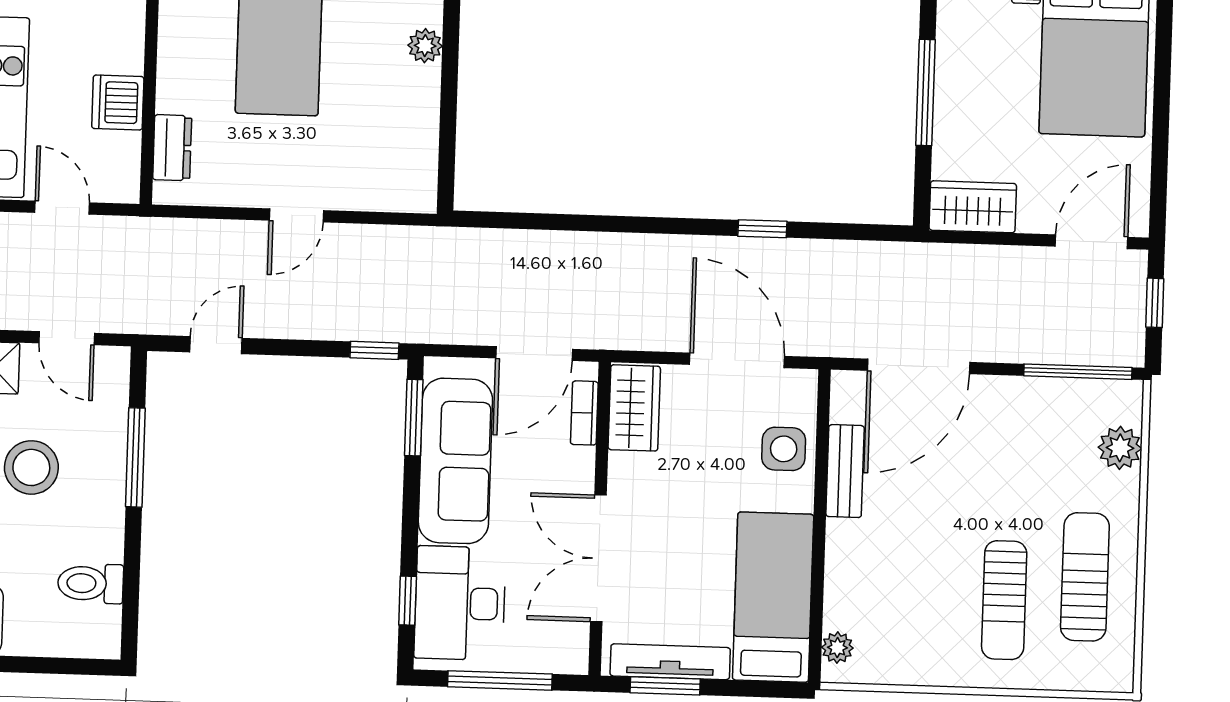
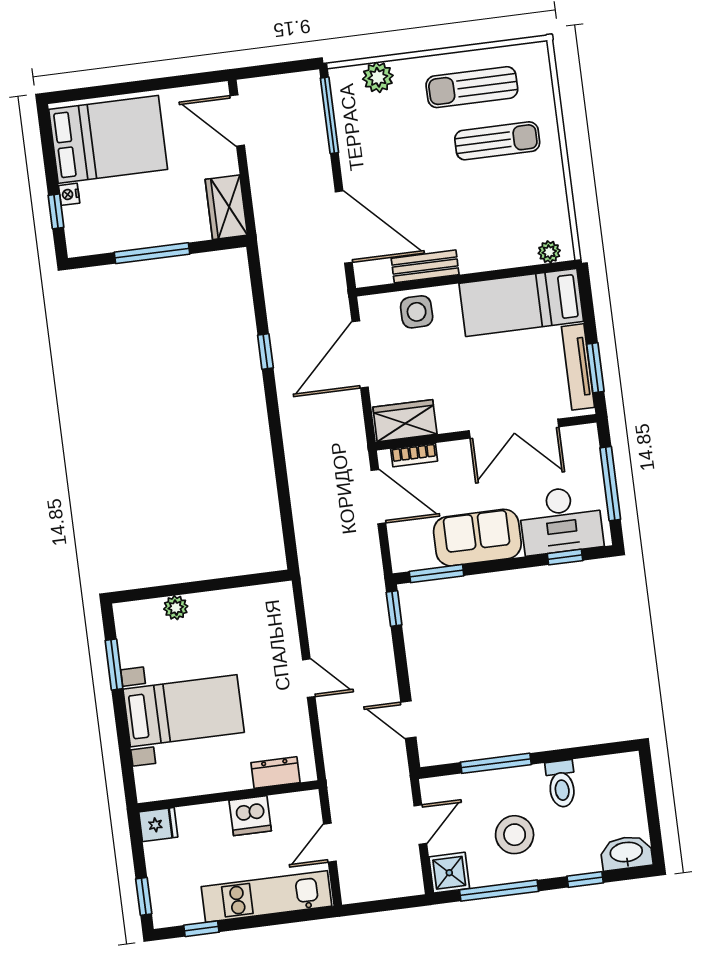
window: (1155, 303) -> (273, 69), removed
sofa: (455, 461) -> (477, 538), width x0.73
toilet: (91, 583) -> (561, 784), moved

